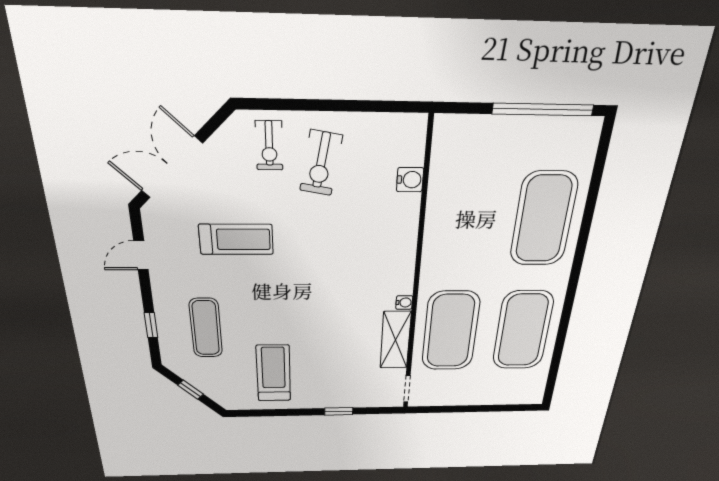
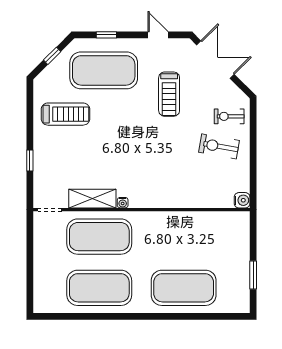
window: (543, 109) -> (253, 275), width x0.47
water cooler: (410, 180) -> (242, 200), moved, turned -90
exercise mat: (206, 328) -> (104, 70), width x2.00, depth x1.45

